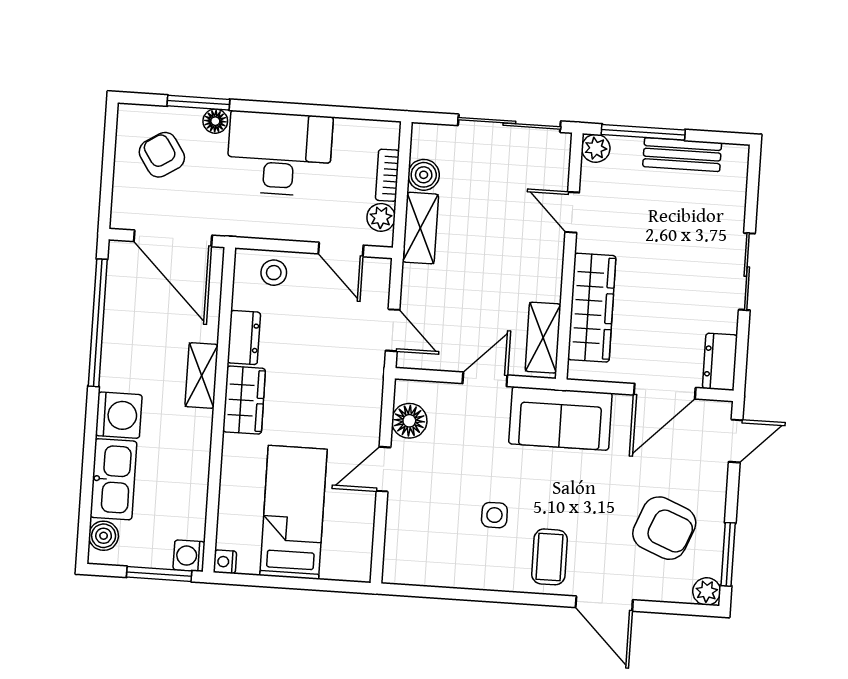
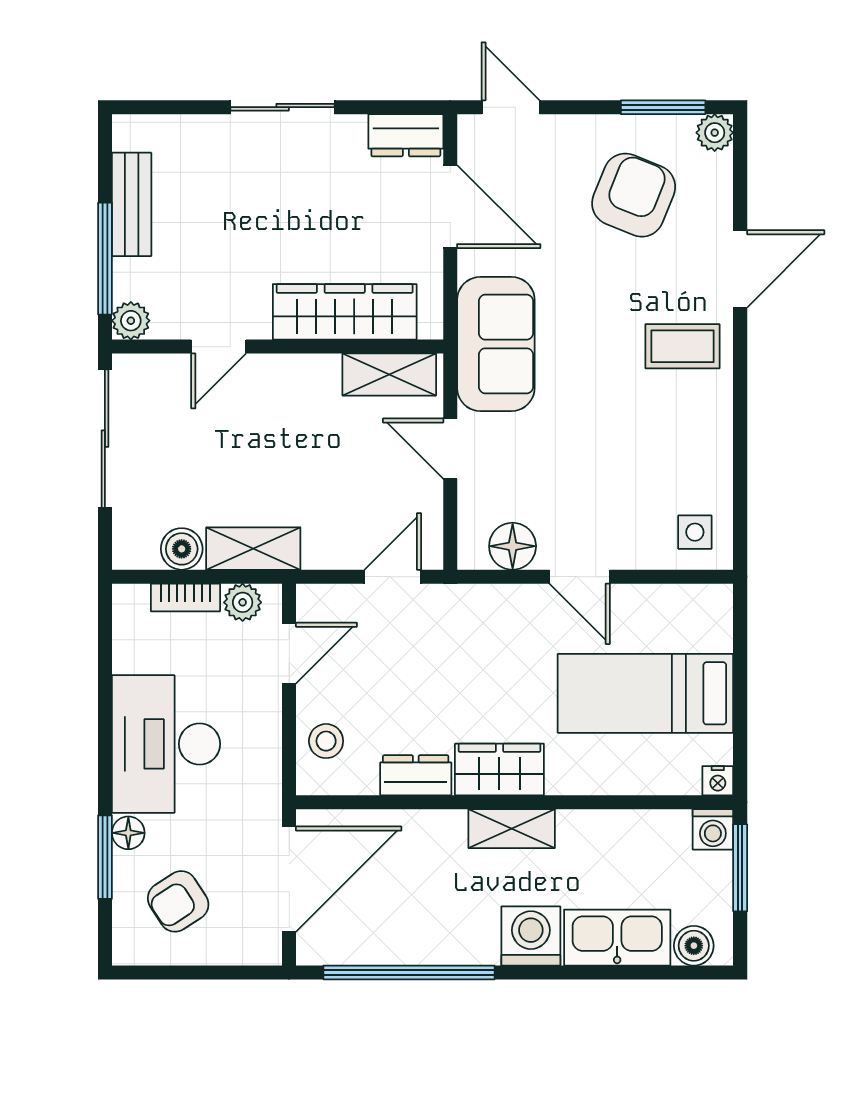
shelving: (202, 376) -> (512, 829), moved
side table: (494, 515) -> (695, 532), moved

